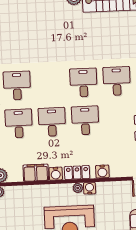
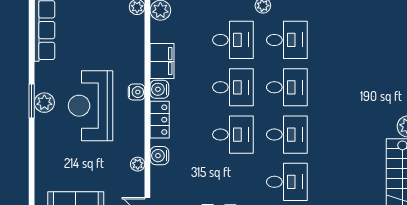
desk: (50, 84) -> (287, 87), added
plant: (78, 188) -> (138, 164), moved
water cooler: (90, 188) -> (137, 92), moved

